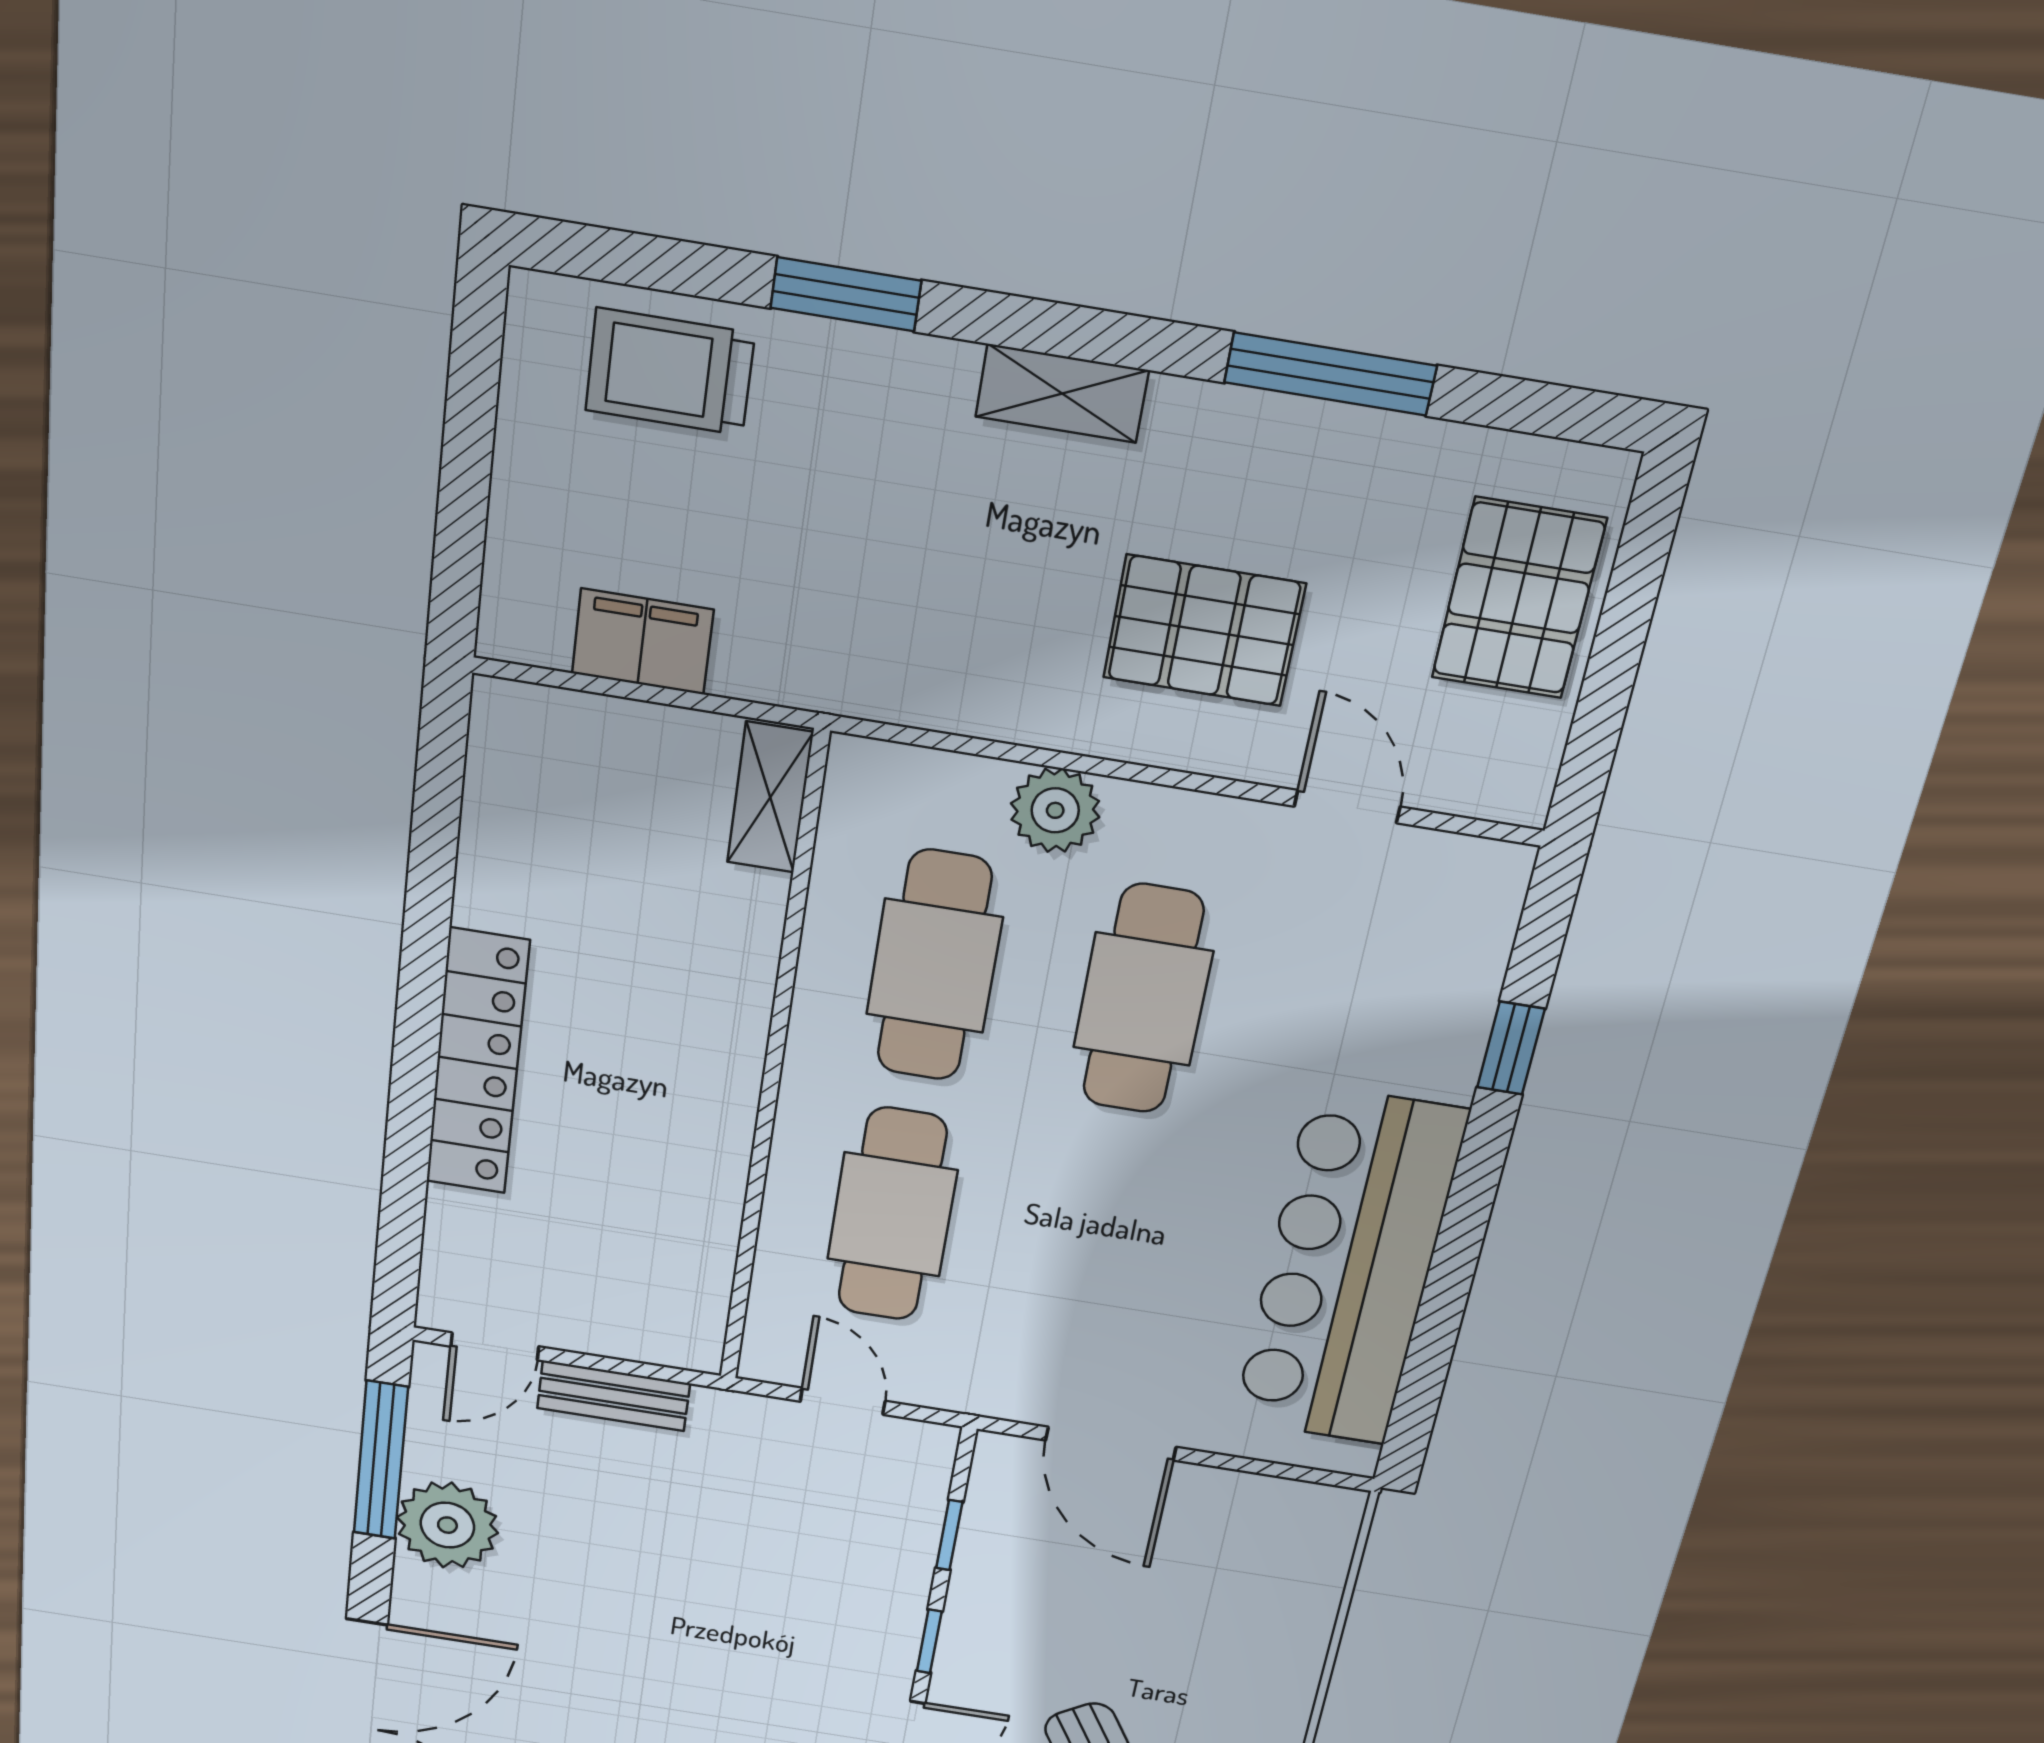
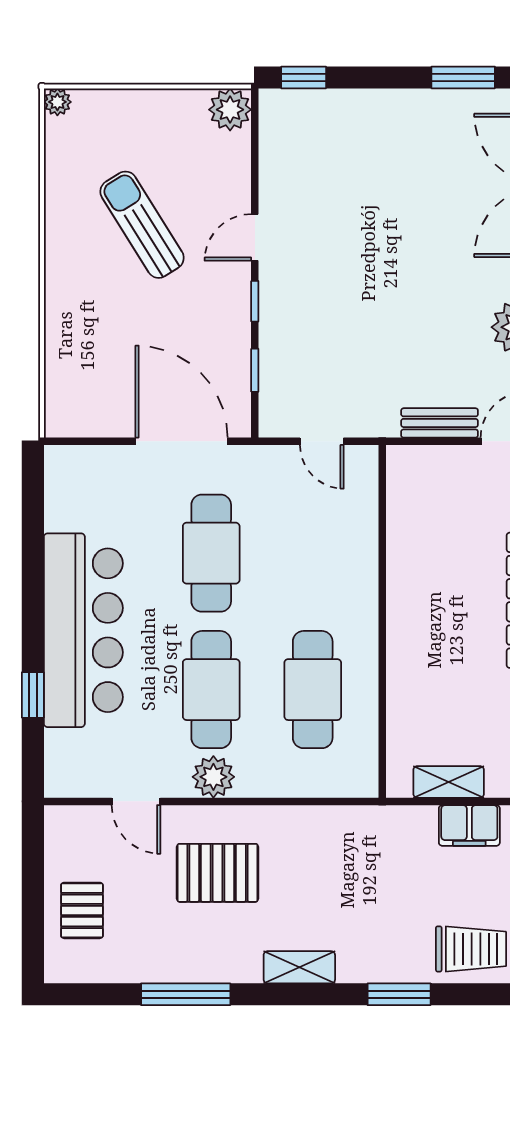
pallet: (1519, 598) -> (82, 910), width x0.67, depth x0.71
shelving: (770, 797) -> (449, 782), moved, turned 90
plant: (1055, 810) -> (213, 777), moved
cafe table: (892, 1215) -> (211, 553), moved
bar counter: (1349, 1269) -> (83, 630), moved
door: (1111, 1444) -> (181, 441), width x1.36

